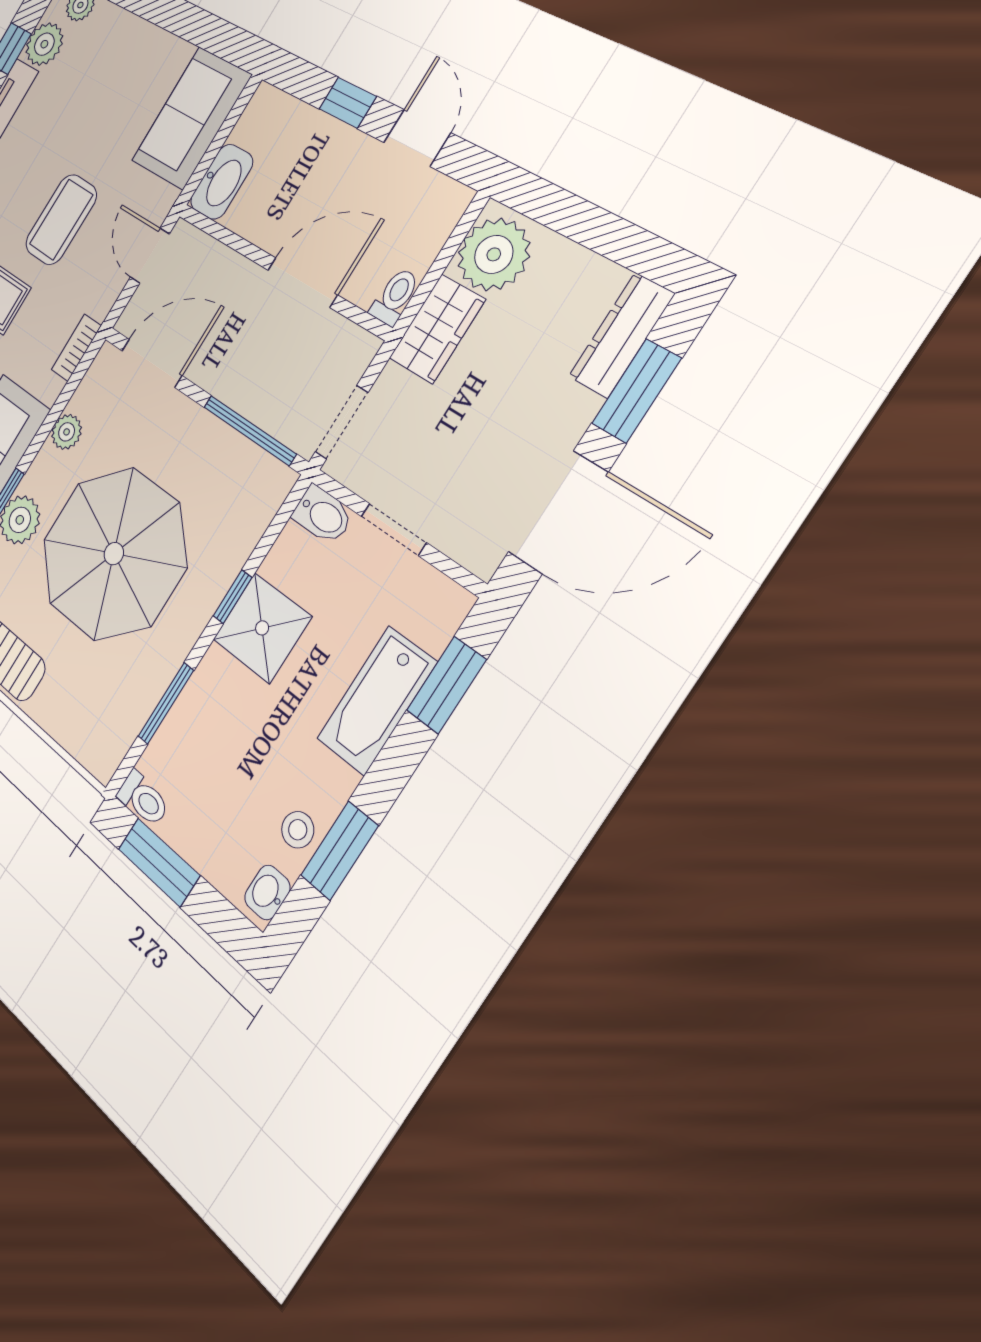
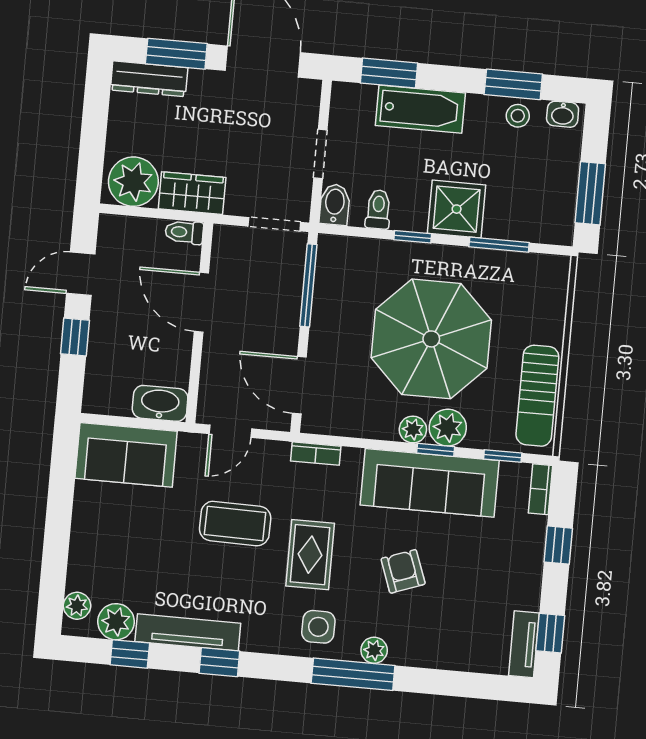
plant: (67, 432) -> (413, 429), moved
shower: (262, 628) -> (457, 209), moved
toilet: (143, 799) -> (378, 209), moved

